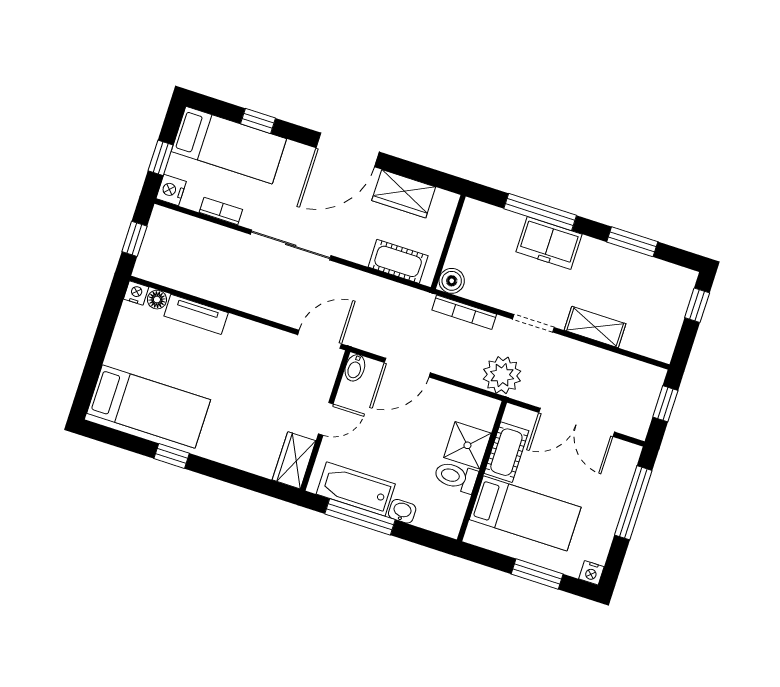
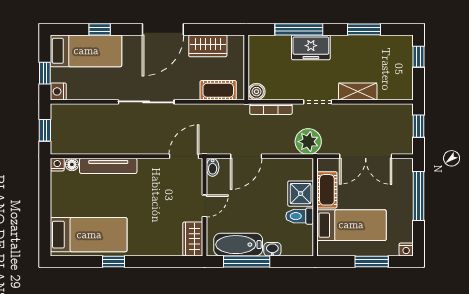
bookcase: (221, 211) -> (94, 95), removed
tv unit: (196, 314) -> (108, 166), width x1.41

